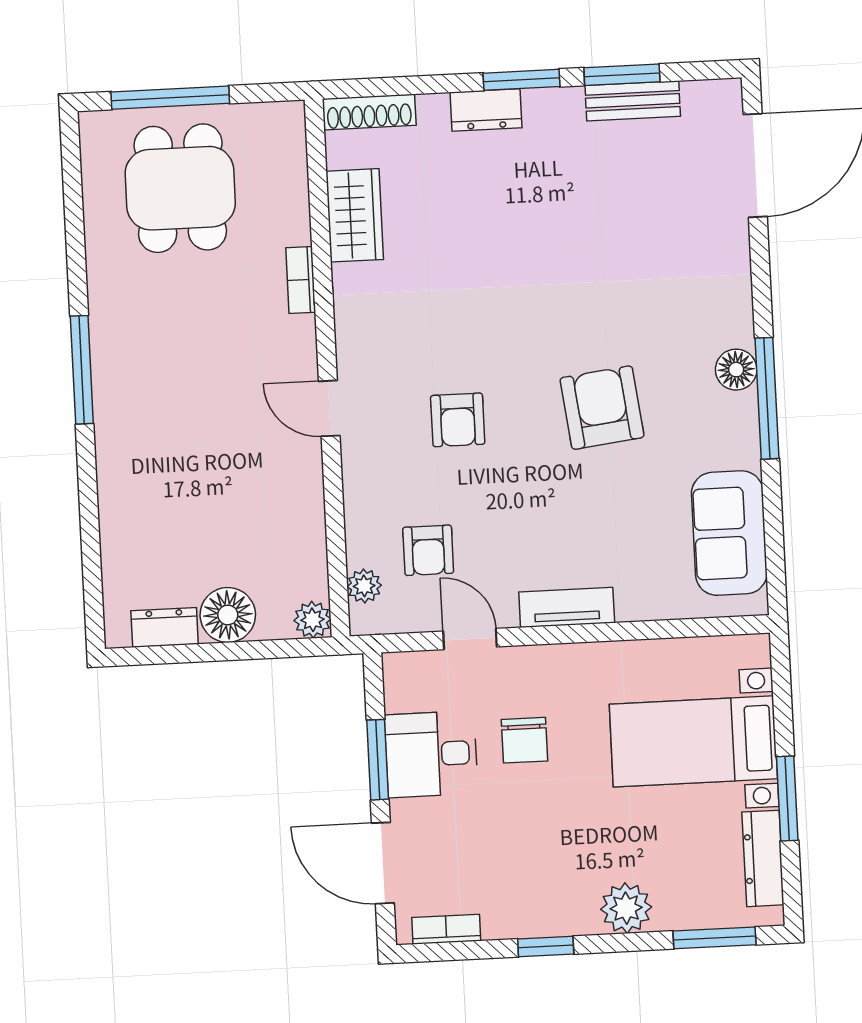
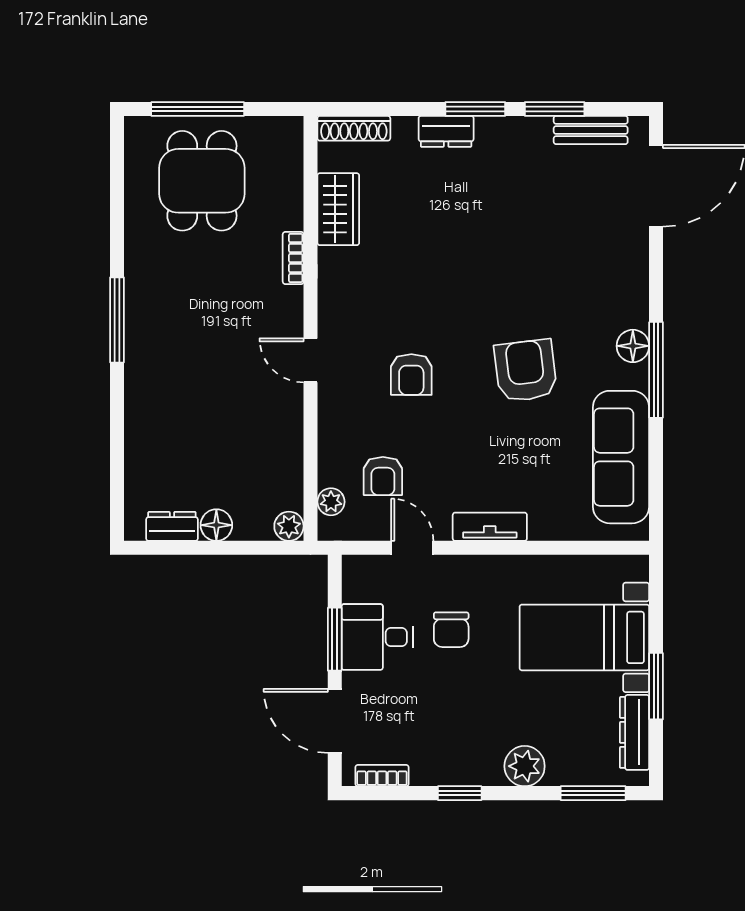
bench: (633, 101) -> (591, 130), moved
sofa: (729, 533) -> (621, 457), width x1.36
floor lamp: (228, 615) -> (216, 525), width x0.73, depth x0.73

